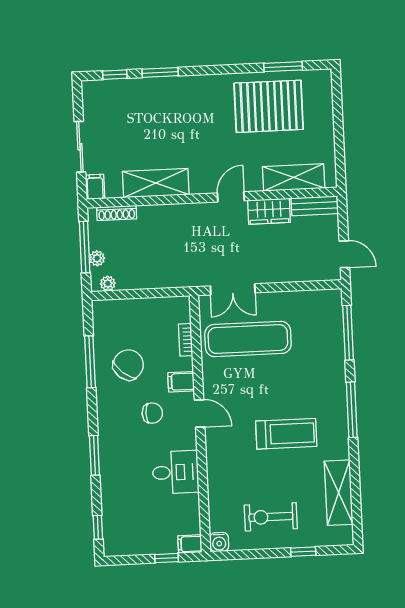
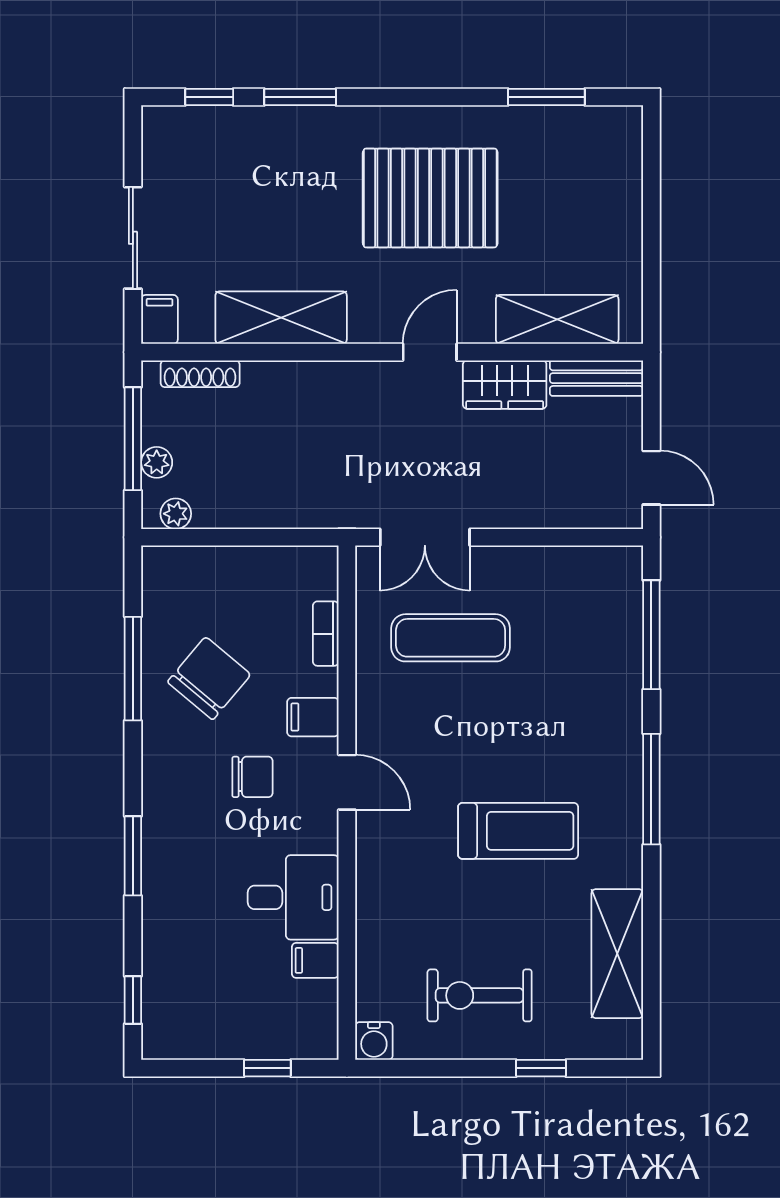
pallet: (269, 106) -> (430, 198), moved
exercise mat: (248, 339) -> (451, 638), width x0.73, depth x0.69
filing cabinet: (190, 544) -> (315, 960), moved

